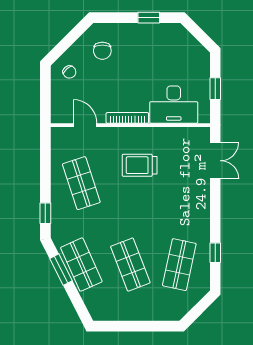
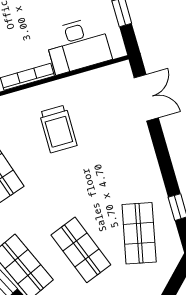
trolley: (140, 165) -> (58, 129), turned -90

